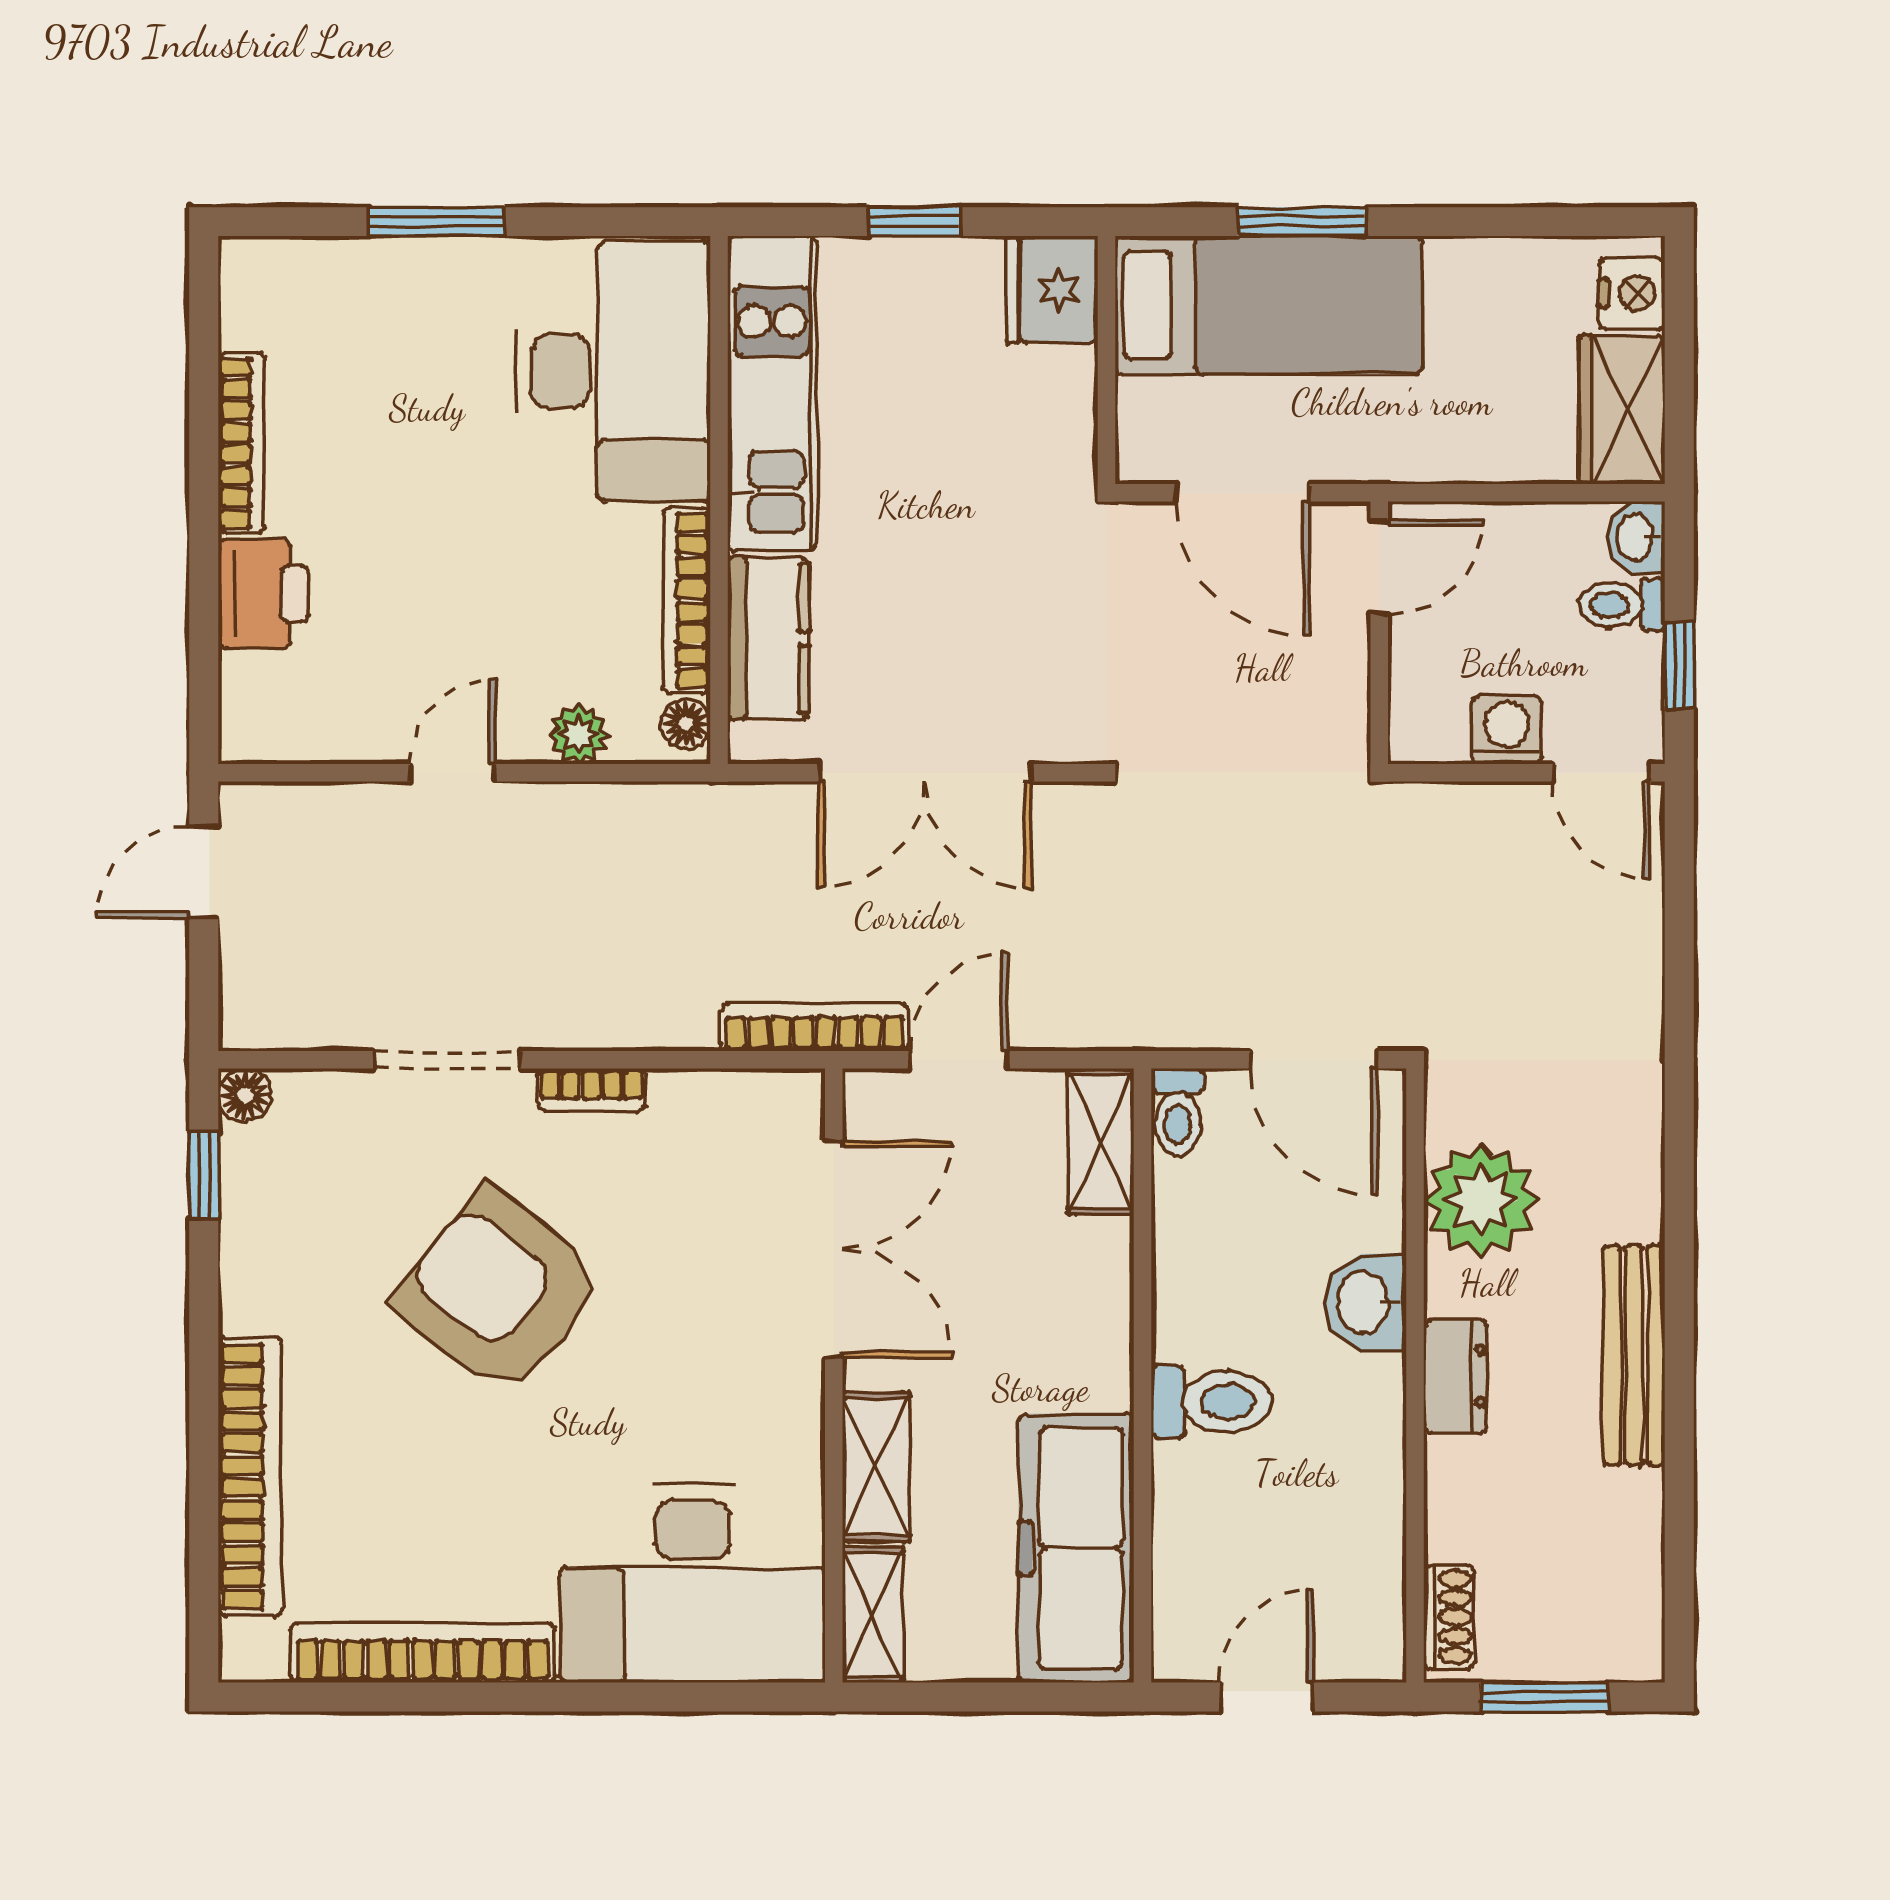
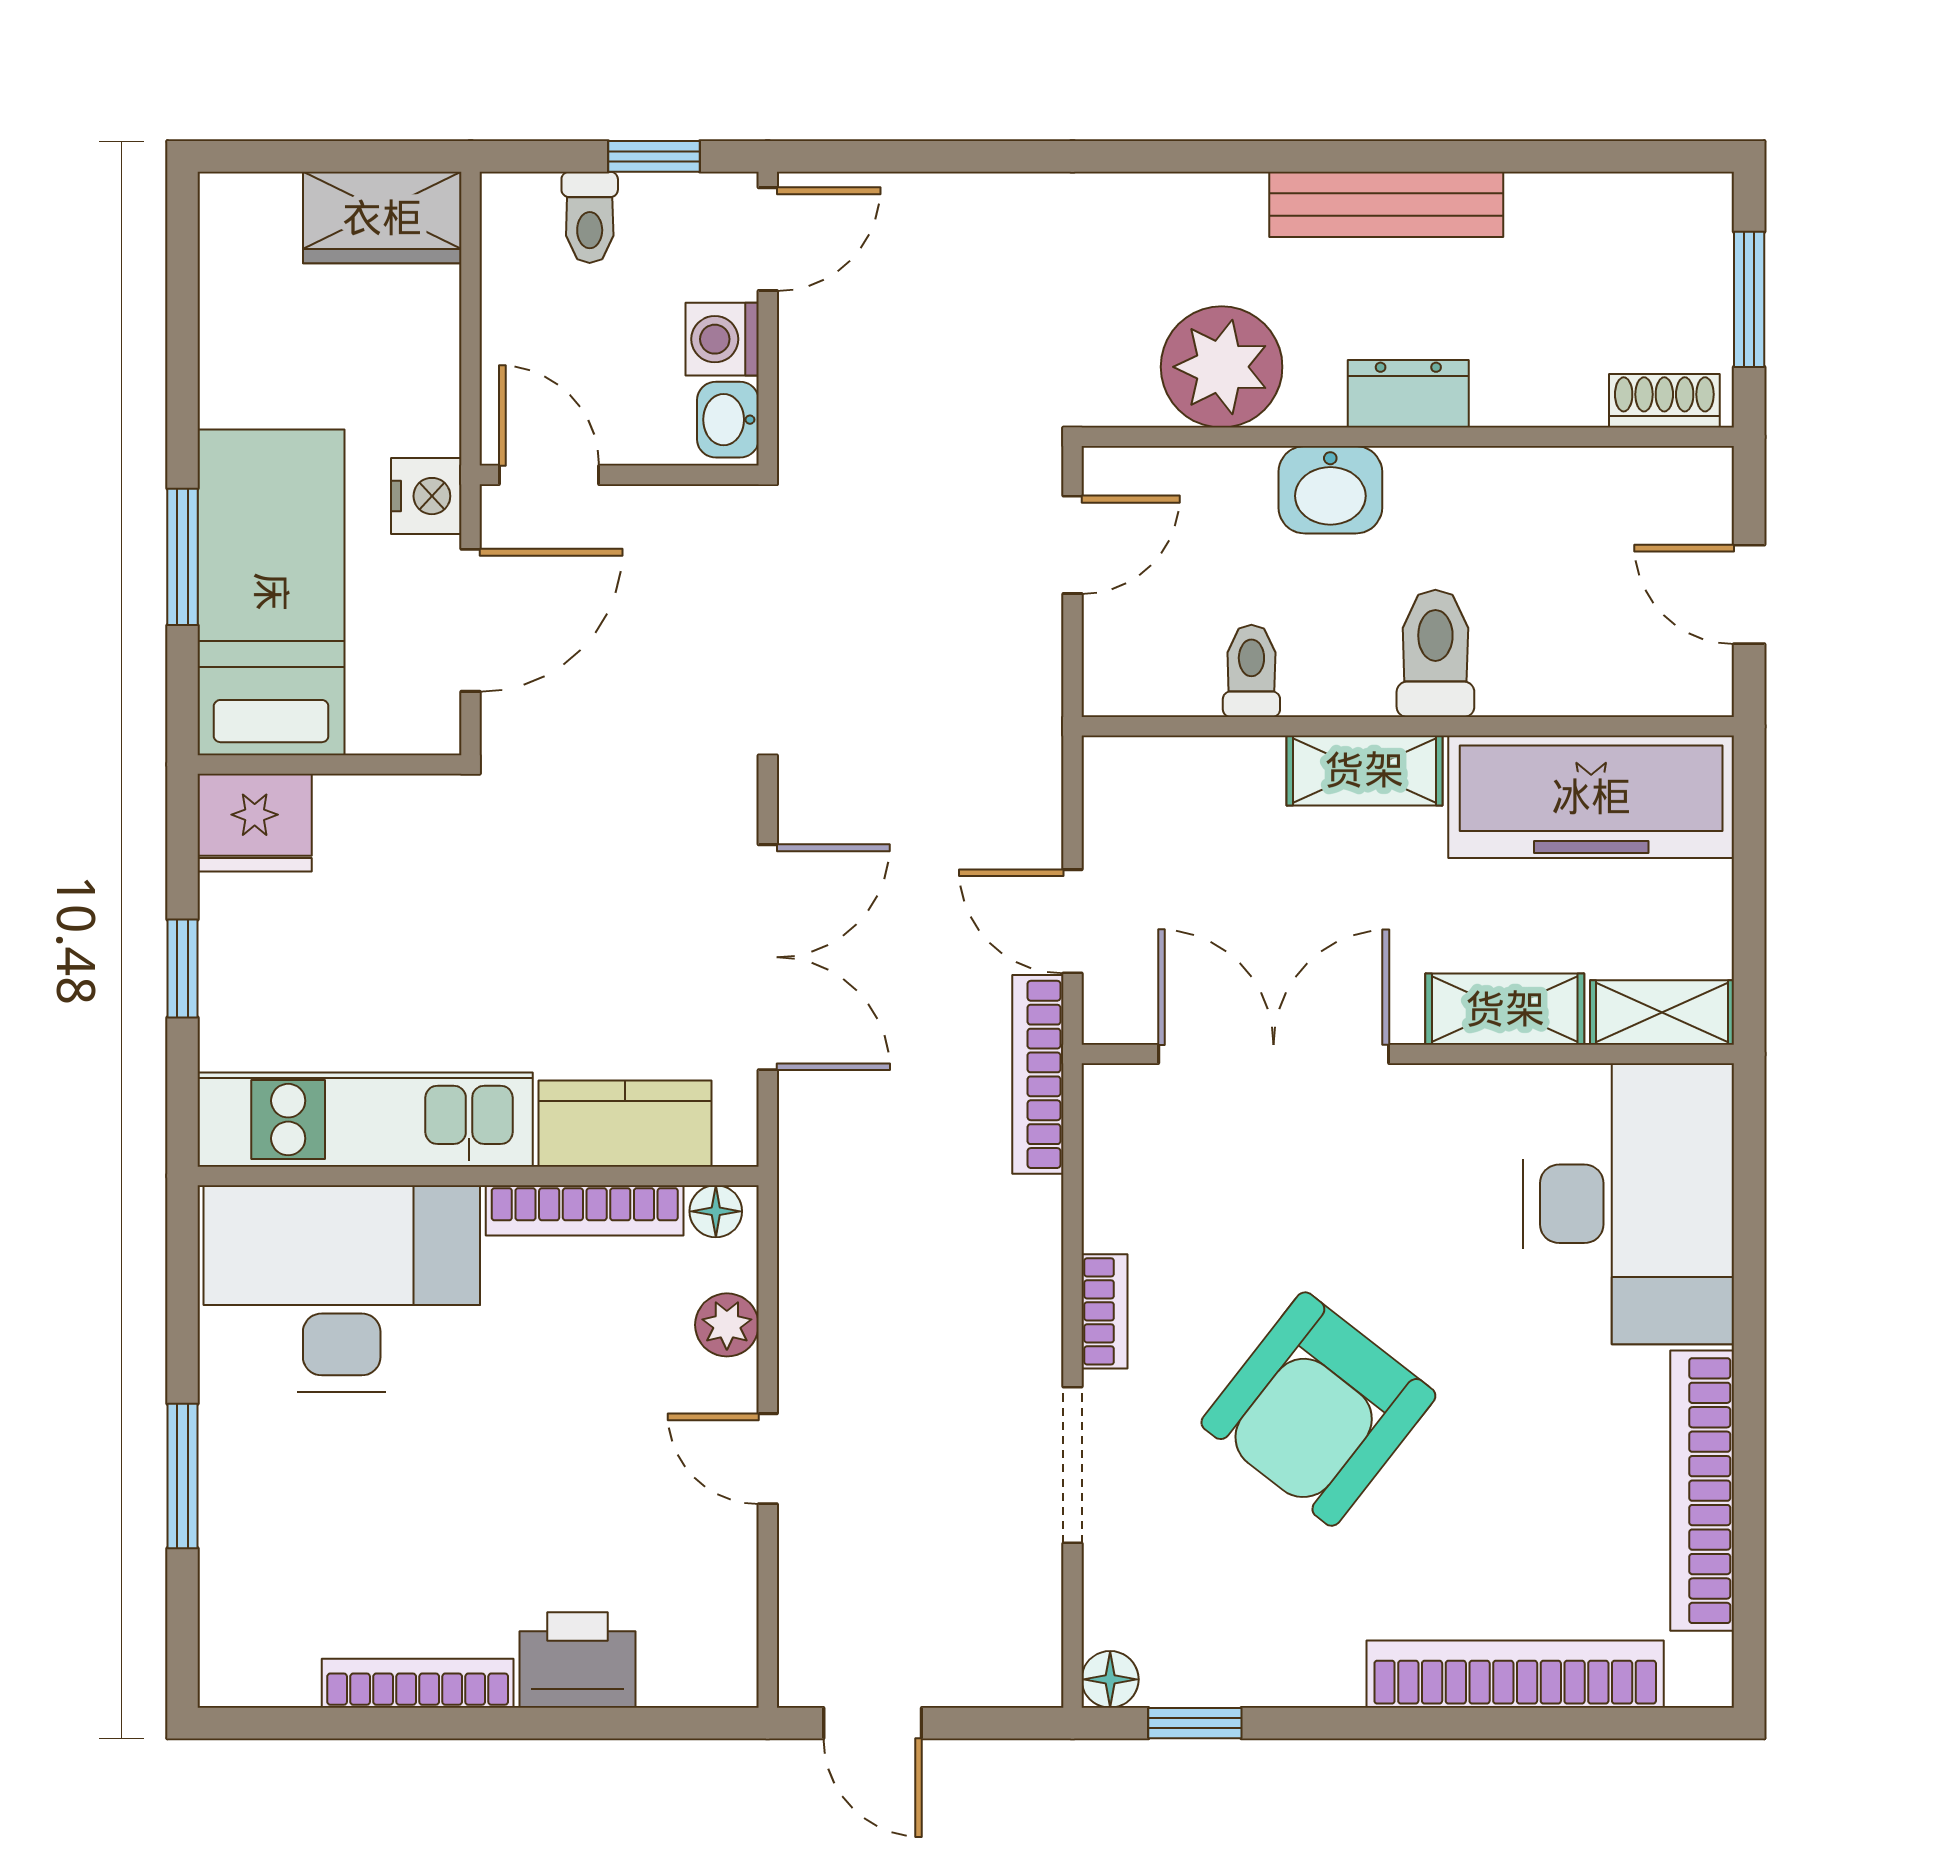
nightstand: (1632, 293) -> (426, 496), moved, turned 90
washbasin: (1636, 537) -> (728, 420), moved, turned 90
door: (1313, 1060) -> (1072, 545), width x0.73
toilet: (1178, 1112) -> (1251, 671), moved, turned -90
shelving: (1101, 1142) -> (1364, 770), moved

